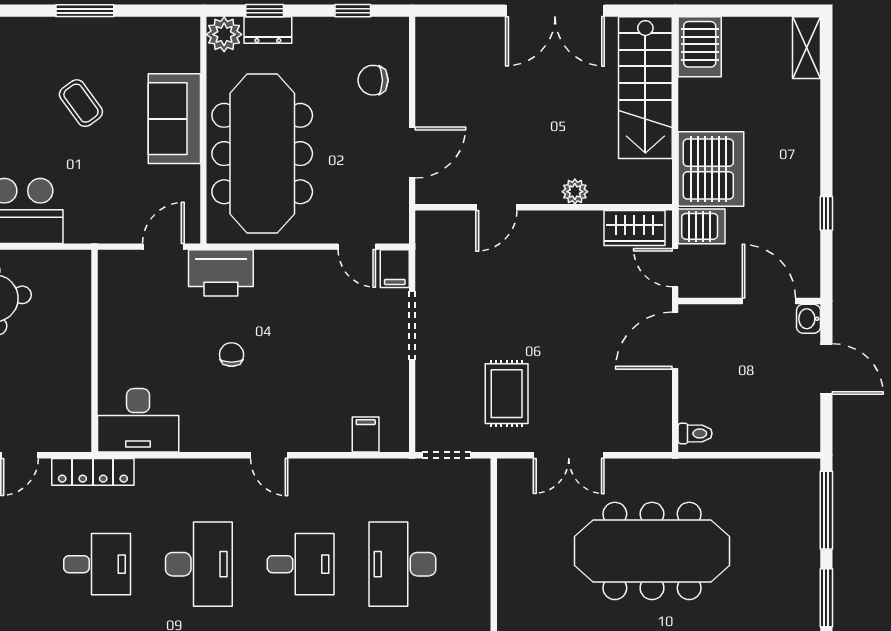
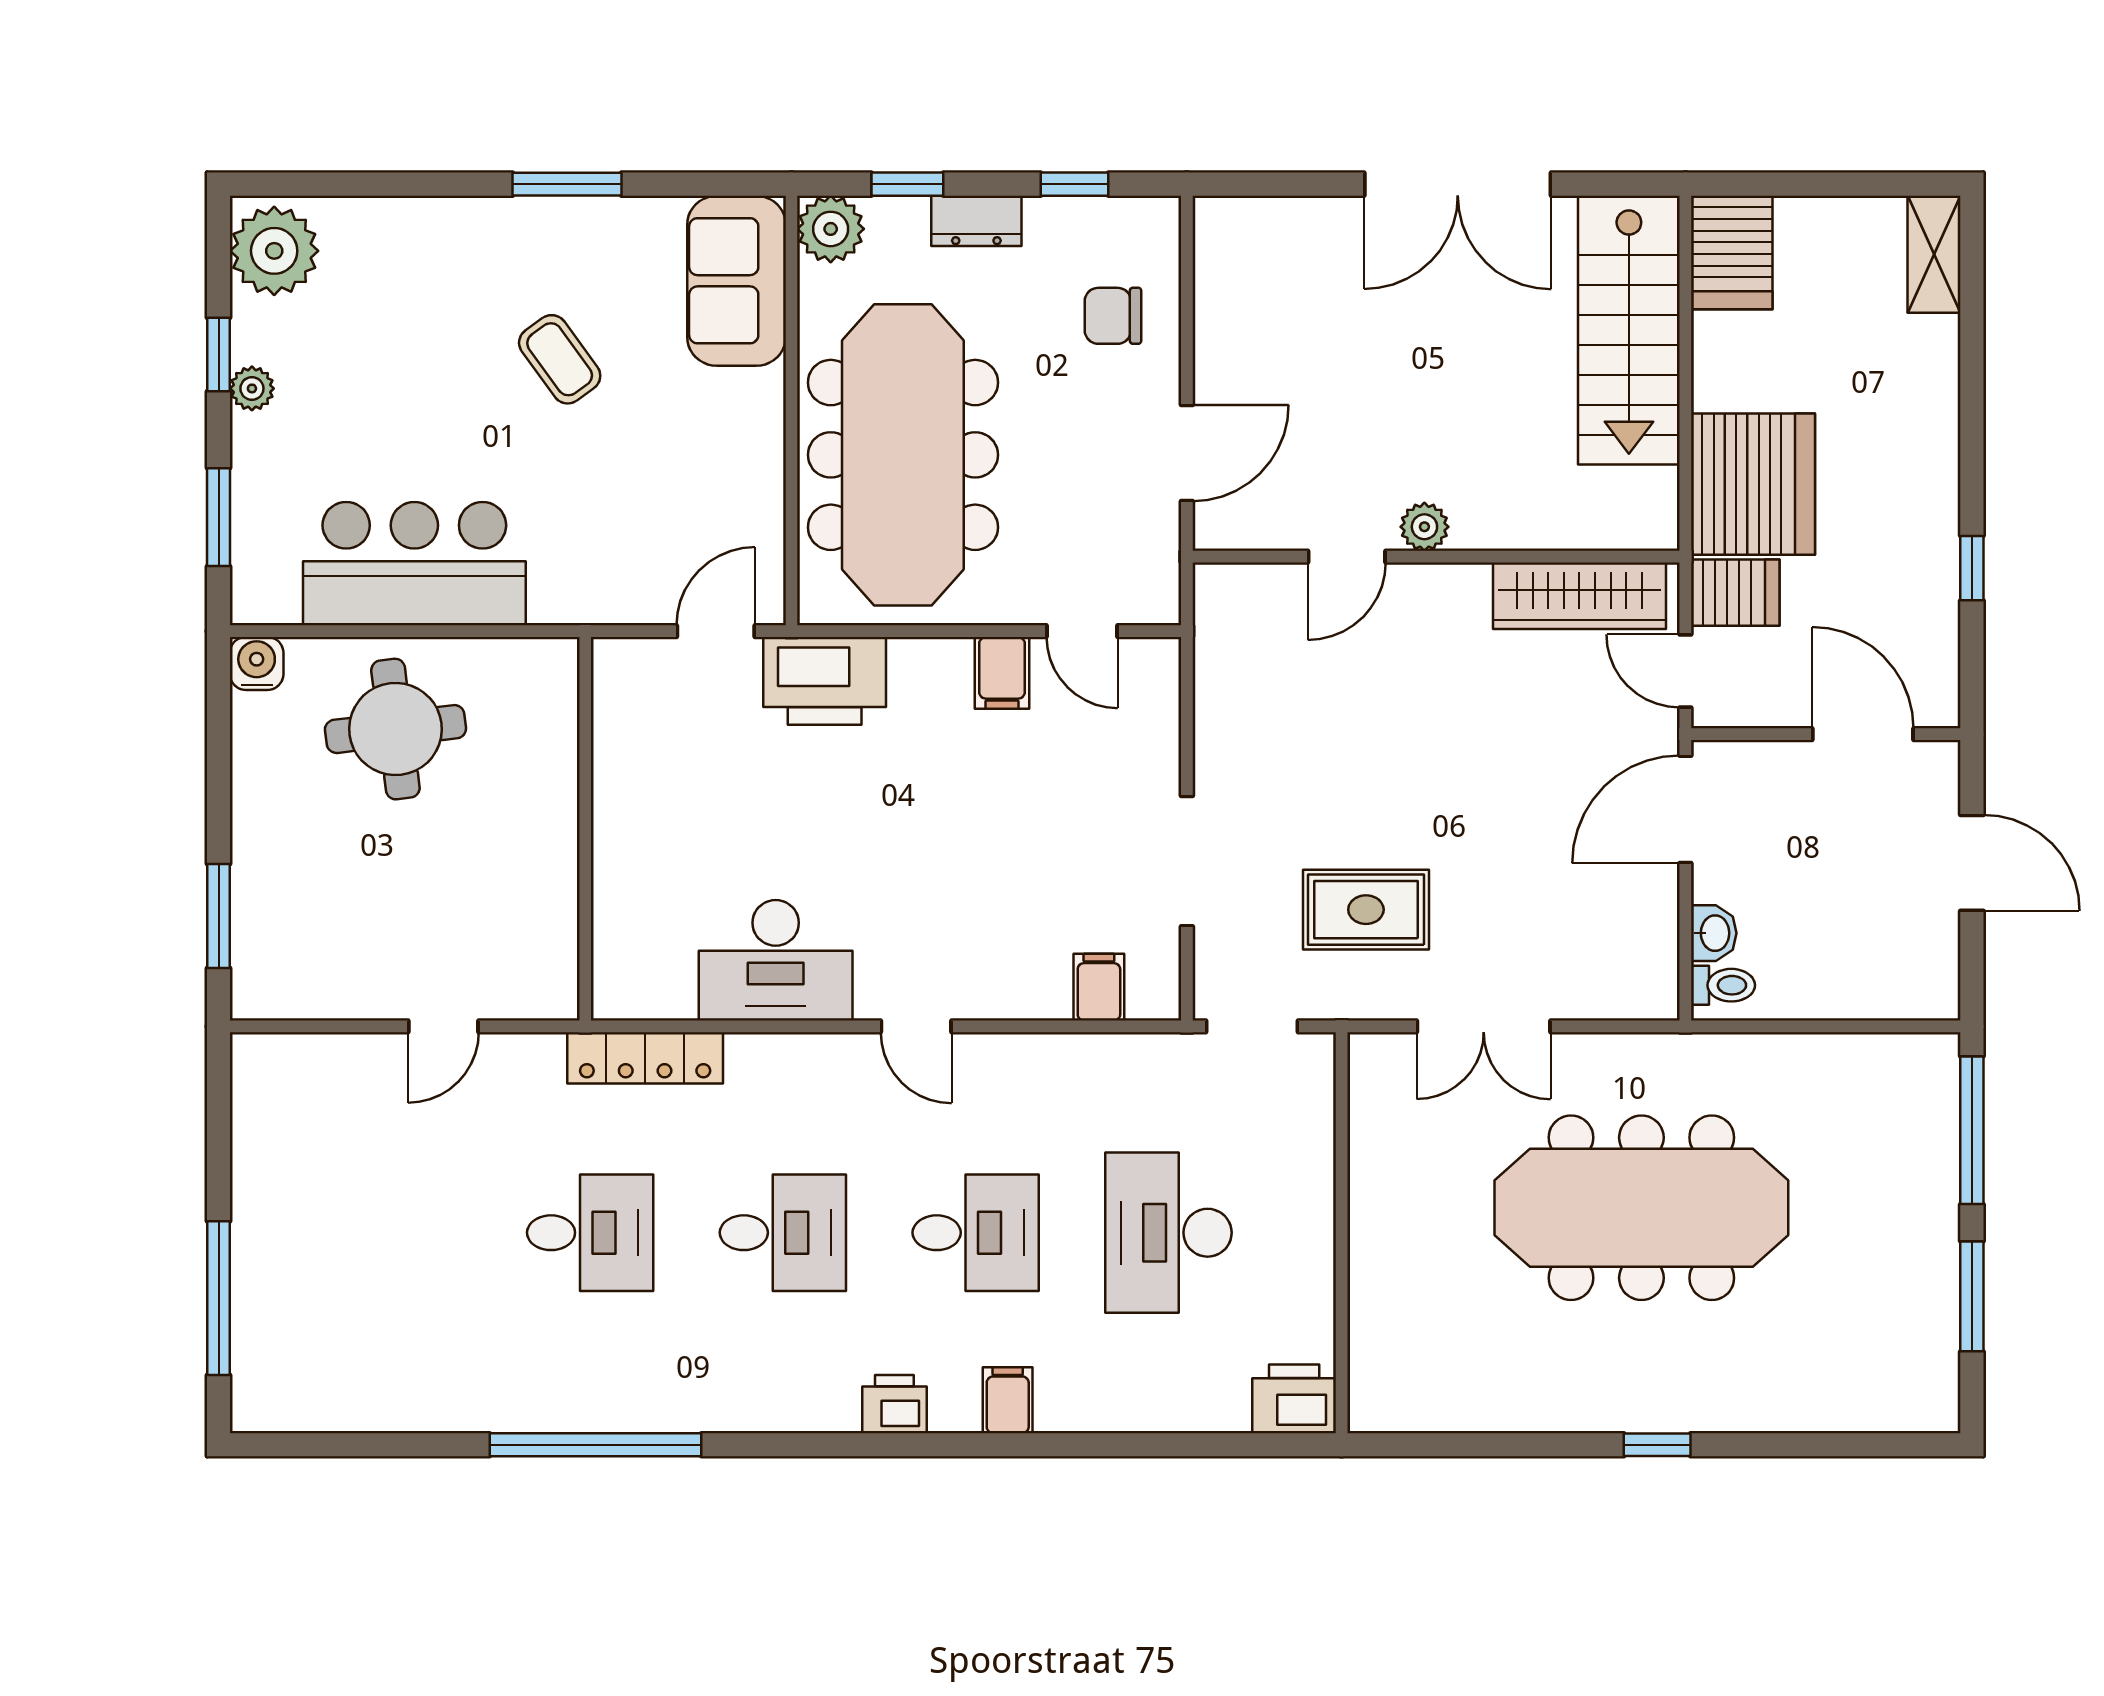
dresser: (268, 30) -> (976, 221), moved
sofa: (174, 119) -> (737, 281), moved
plant: (575, 192) -> (1424, 527), moved
wardrobe: (634, 228) -> (1579, 596), width x1.50
filing cabinet: (395, 269) -> (1002, 673), moved
washbasin: (808, 319) -> (1714, 933), moved, turned 180
doorway: (412, 326) -> (1187, 861), moved
chair: (232, 355) -> (845, 836), removed
rug: (507, 394) -> (1366, 910), turned 90
desk: (138, 420) -> (776, 960), moved
locker: (93, 472) -> (645, 1058), moved
desk: (199, 564) -> (783, 1233), width x0.73

